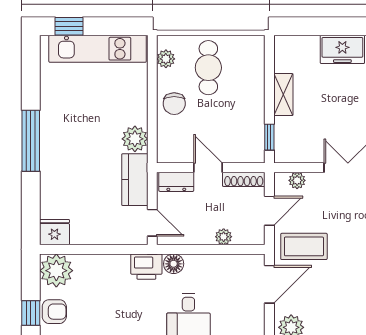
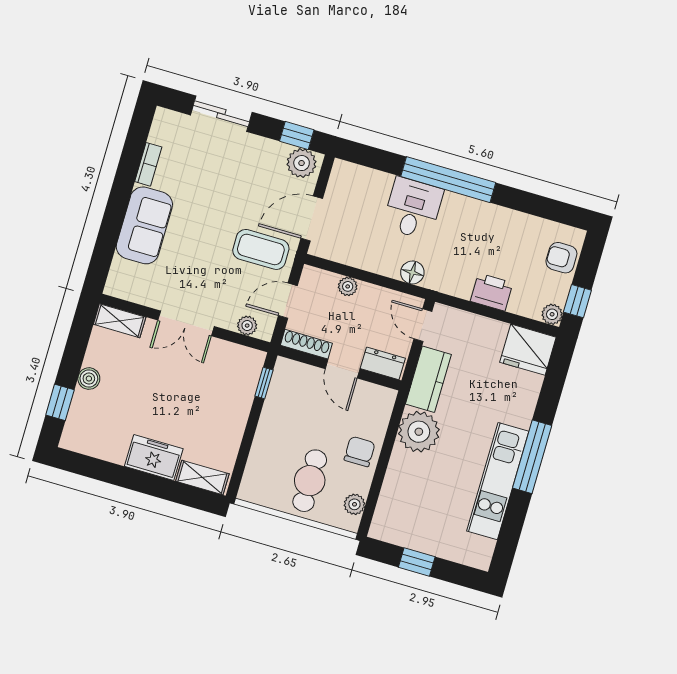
window: (69, 26) -> (417, 562), moved
kitchen unit: (98, 49) -> (498, 481), moved, turned -90
shelving: (283, 95) -> (202, 477), moved, turned 90
plant: (135, 139) -> (419, 432), width x1.36, depth x1.36
fridge: (54, 232) -> (528, 350), width x1.36, depth x1.34
printer: (146, 267) -> (492, 292), moved
plant: (56, 271) -> (552, 314), width x0.53, depth x0.53
window: (31, 313) -> (577, 301), moved

